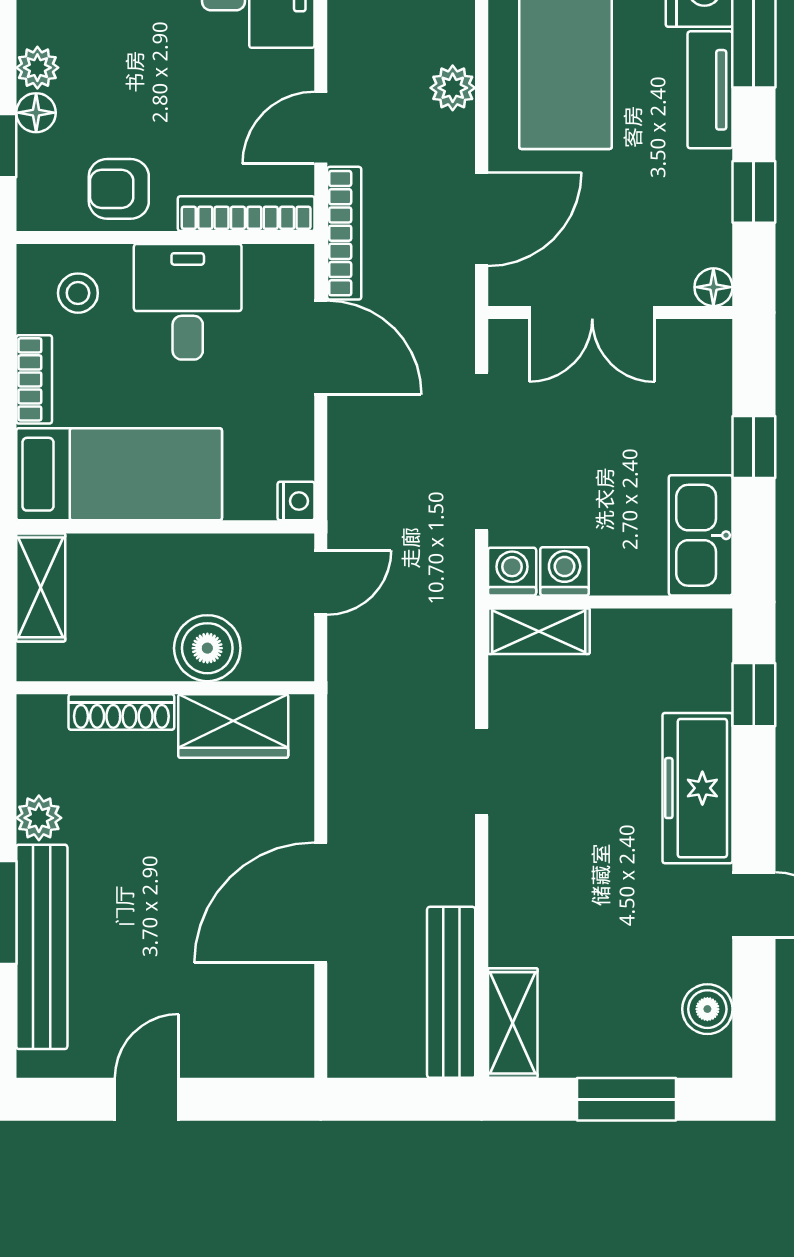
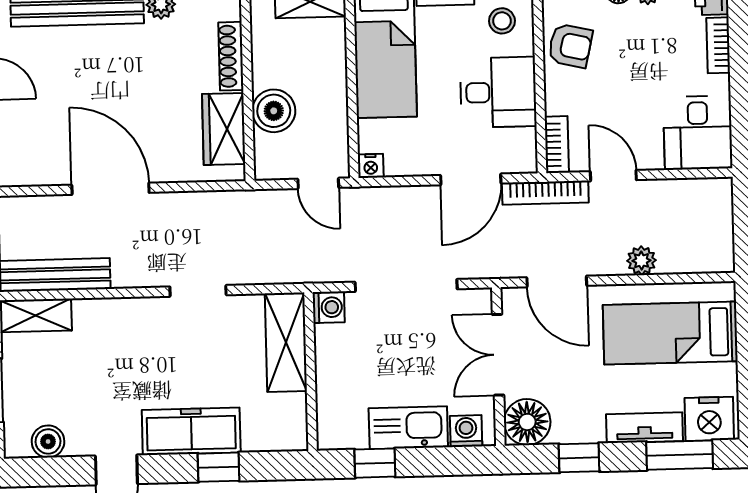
armchair: (119, 189) -> (570, 46), turned 103
bookcase: (246, 214) -> (557, 145), width x0.64
floor lamp: (713, 287) -> (527, 422), width x1.89, depth x1.89
window: (754, 447) -> (375, 463), moved
kitchen sink: (701, 535) -> (408, 428), moved
washing machine: (565, 571) -> (466, 431), moved, turned -90
shelving: (539, 631) -> (286, 342), width x1.50, depth x1.33
window: (754, 695) -> (219, 467), moved

